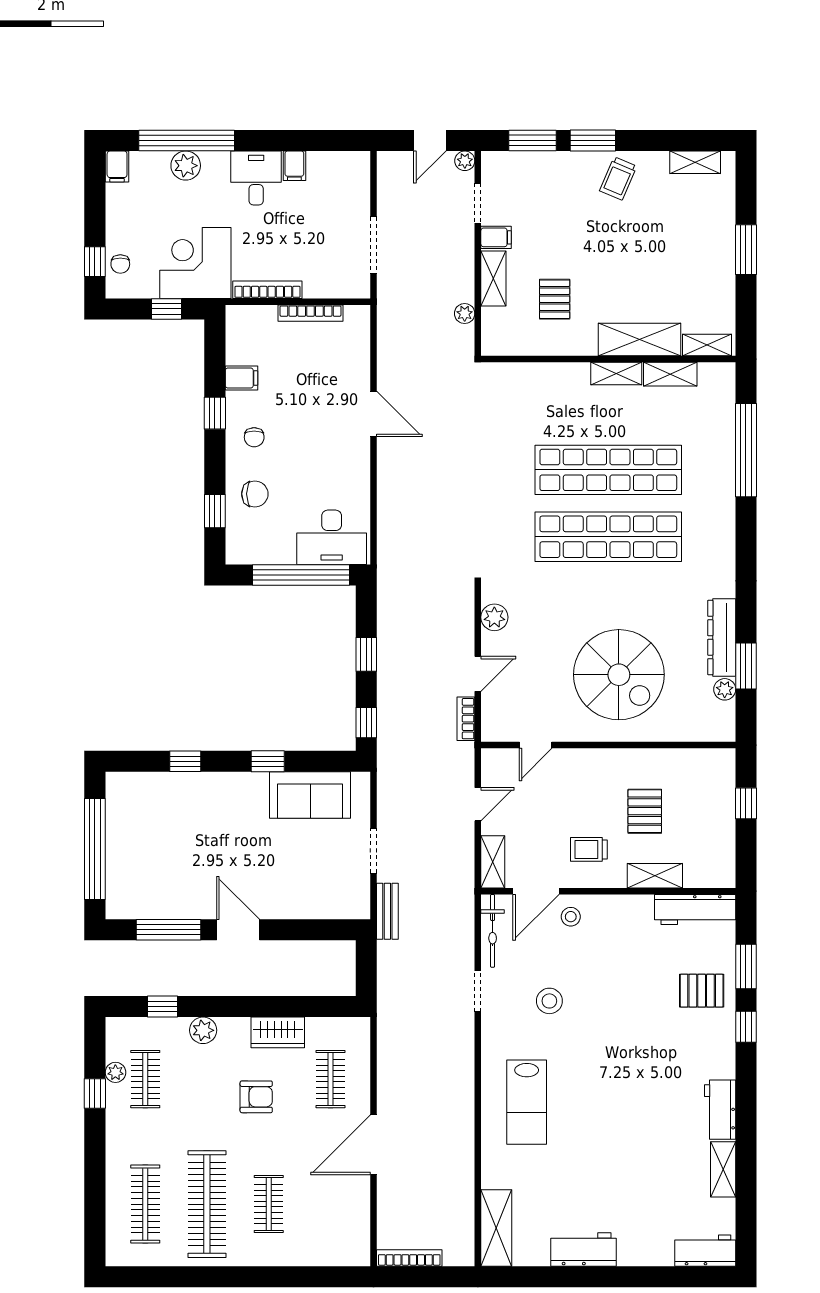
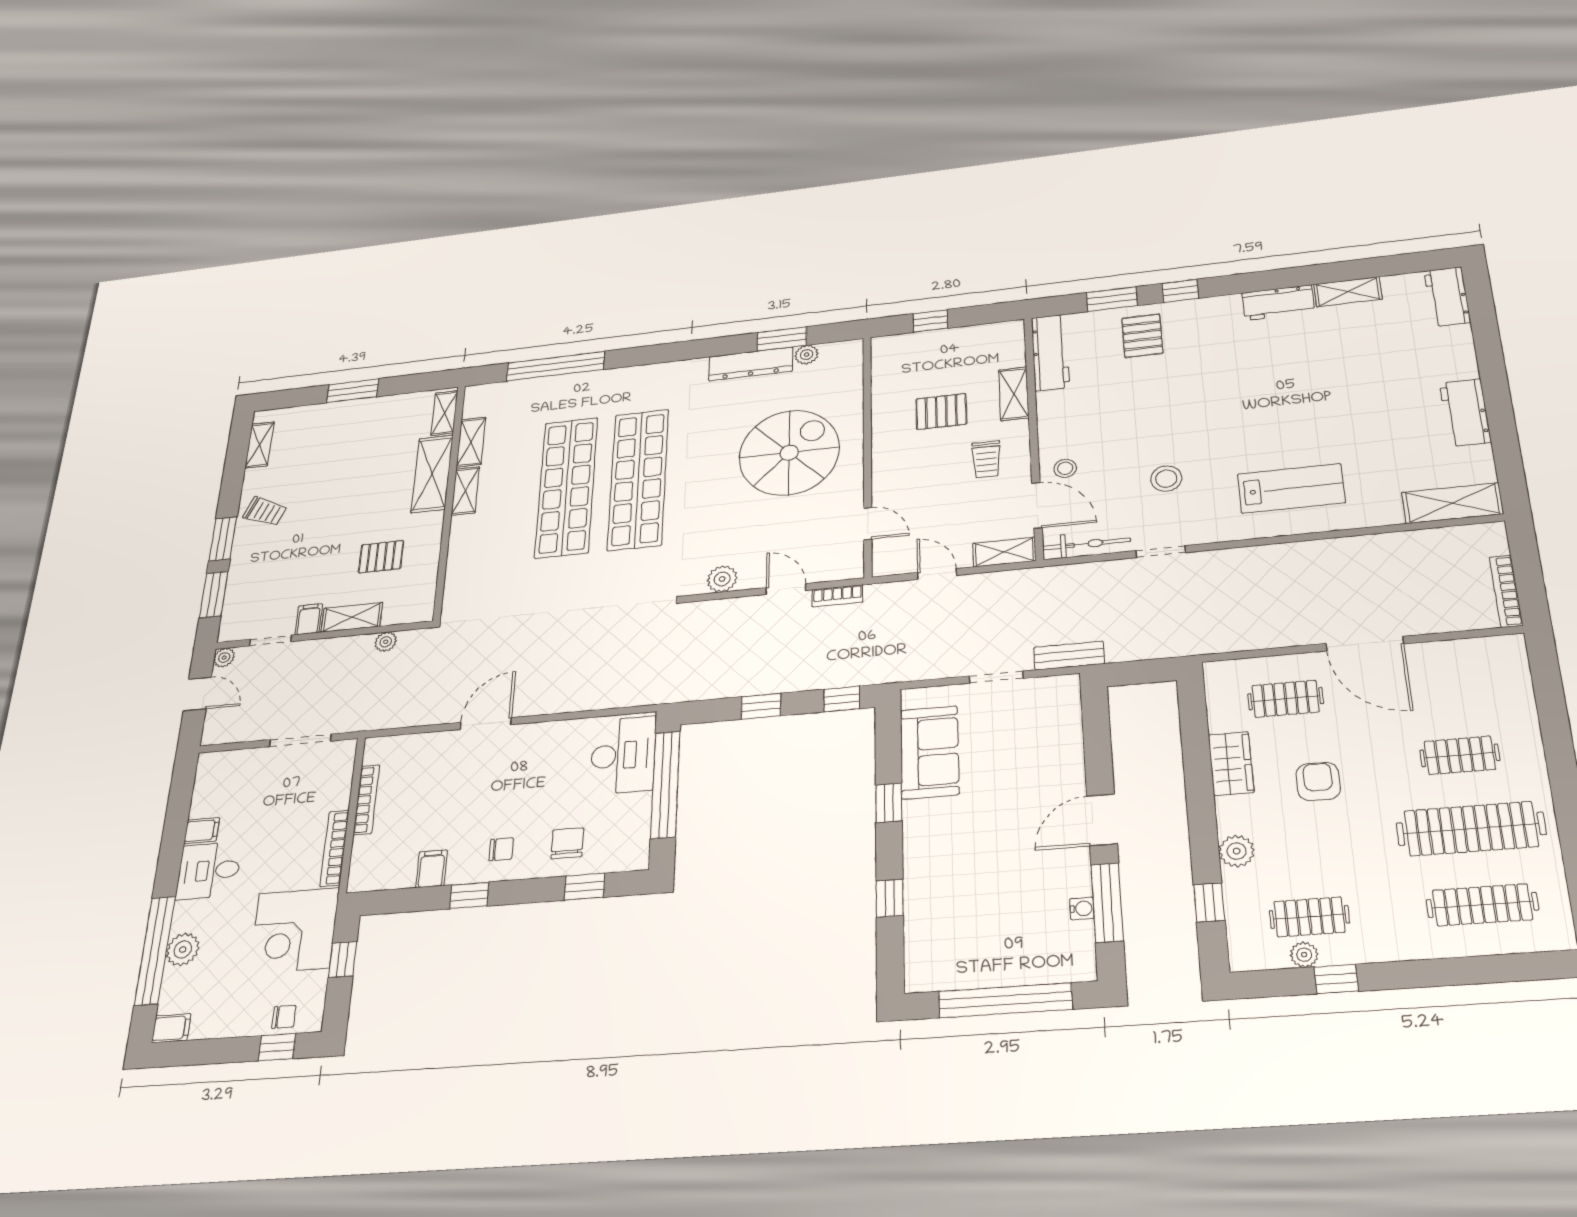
water cooler: (165, 910) -> (1082, 908), added

